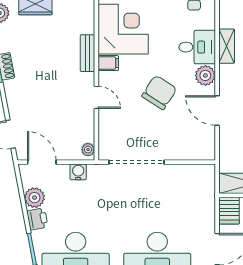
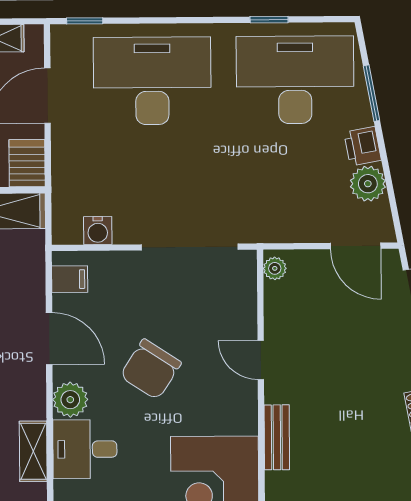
filing cabinet: (108, 63) -> (70, 279), moved, turned 180
water cooler: (78, 172) -> (98, 231), moved

